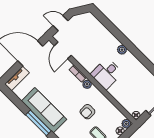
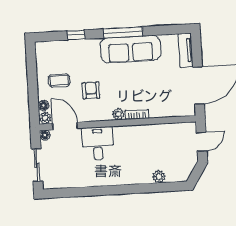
door: (63, 50) -> (65, 126), moved
plant: (122, 50) -> (159, 177), moved
desk: (107, 74) -> (98, 143), moved

